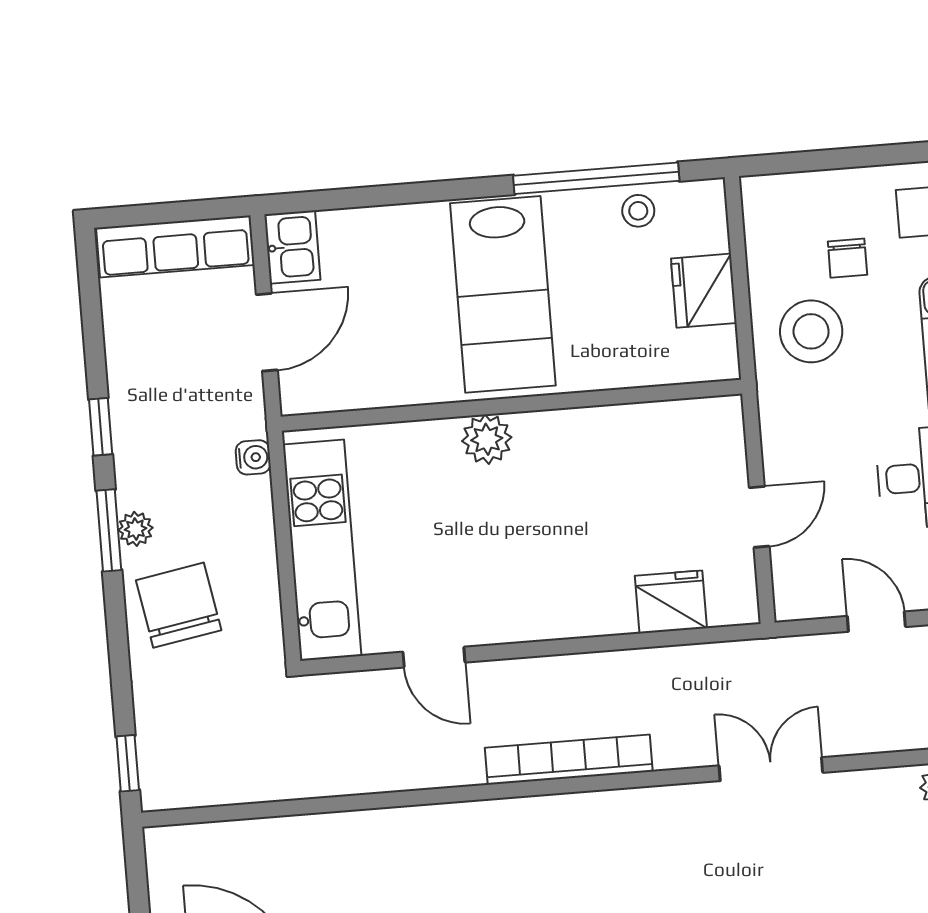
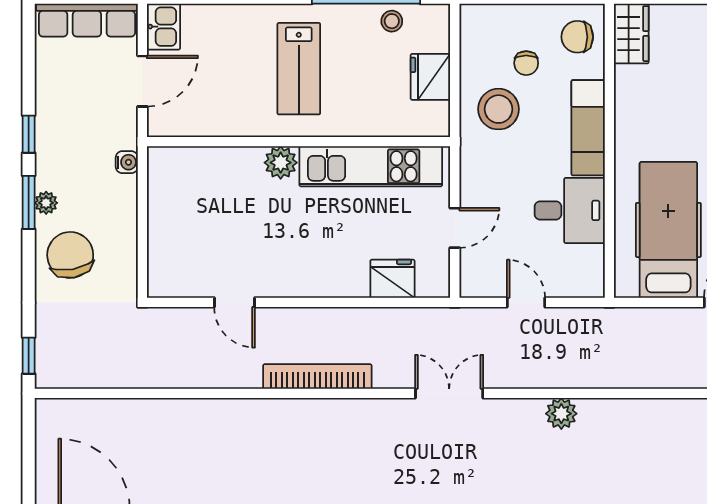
lab bench: (503, 294) -> (299, 69), width x0.73, depth x0.72
kitchen unit: (322, 550) -> (371, 166), moved, turned 90

